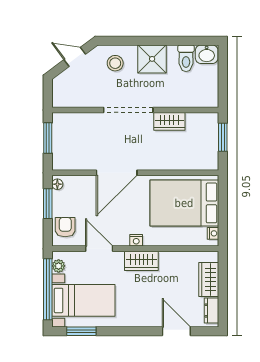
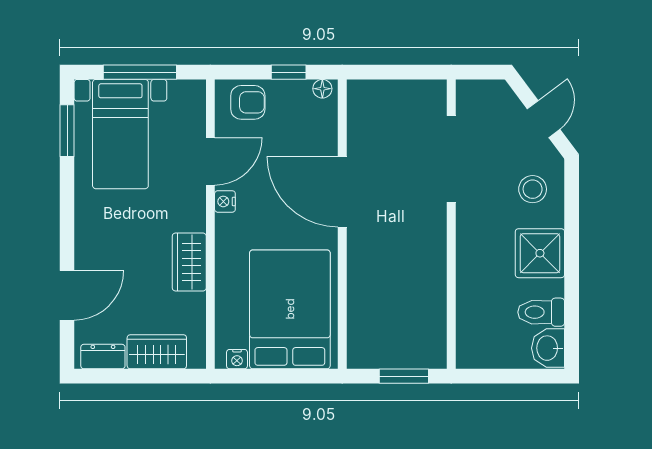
doorway: (128, 110) -> (451, 159), moved
wardrobe: (169, 121) -> (431, 283), removed
window: (48, 138) -> (403, 72), removed
window: (48, 204) -> (289, 72), width x0.67
nightstand: (136, 240) -> (225, 201), moved
wardrobe: (141, 261) -> (189, 262), moved
plant: (59, 266) -> (180, 91), removed
window: (48, 289) -> (140, 72), width x0.68

